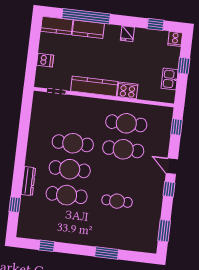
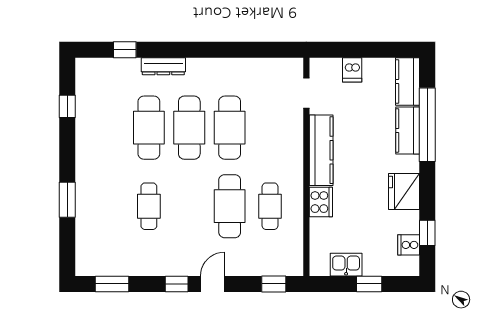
fridge: (127, 34) -> (404, 192), width x1.88, depth x1.34
cooker: (175, 39) -> (409, 245), moved
cafe table: (126, 123) -> (270, 206), width x0.73, depth x0.74

